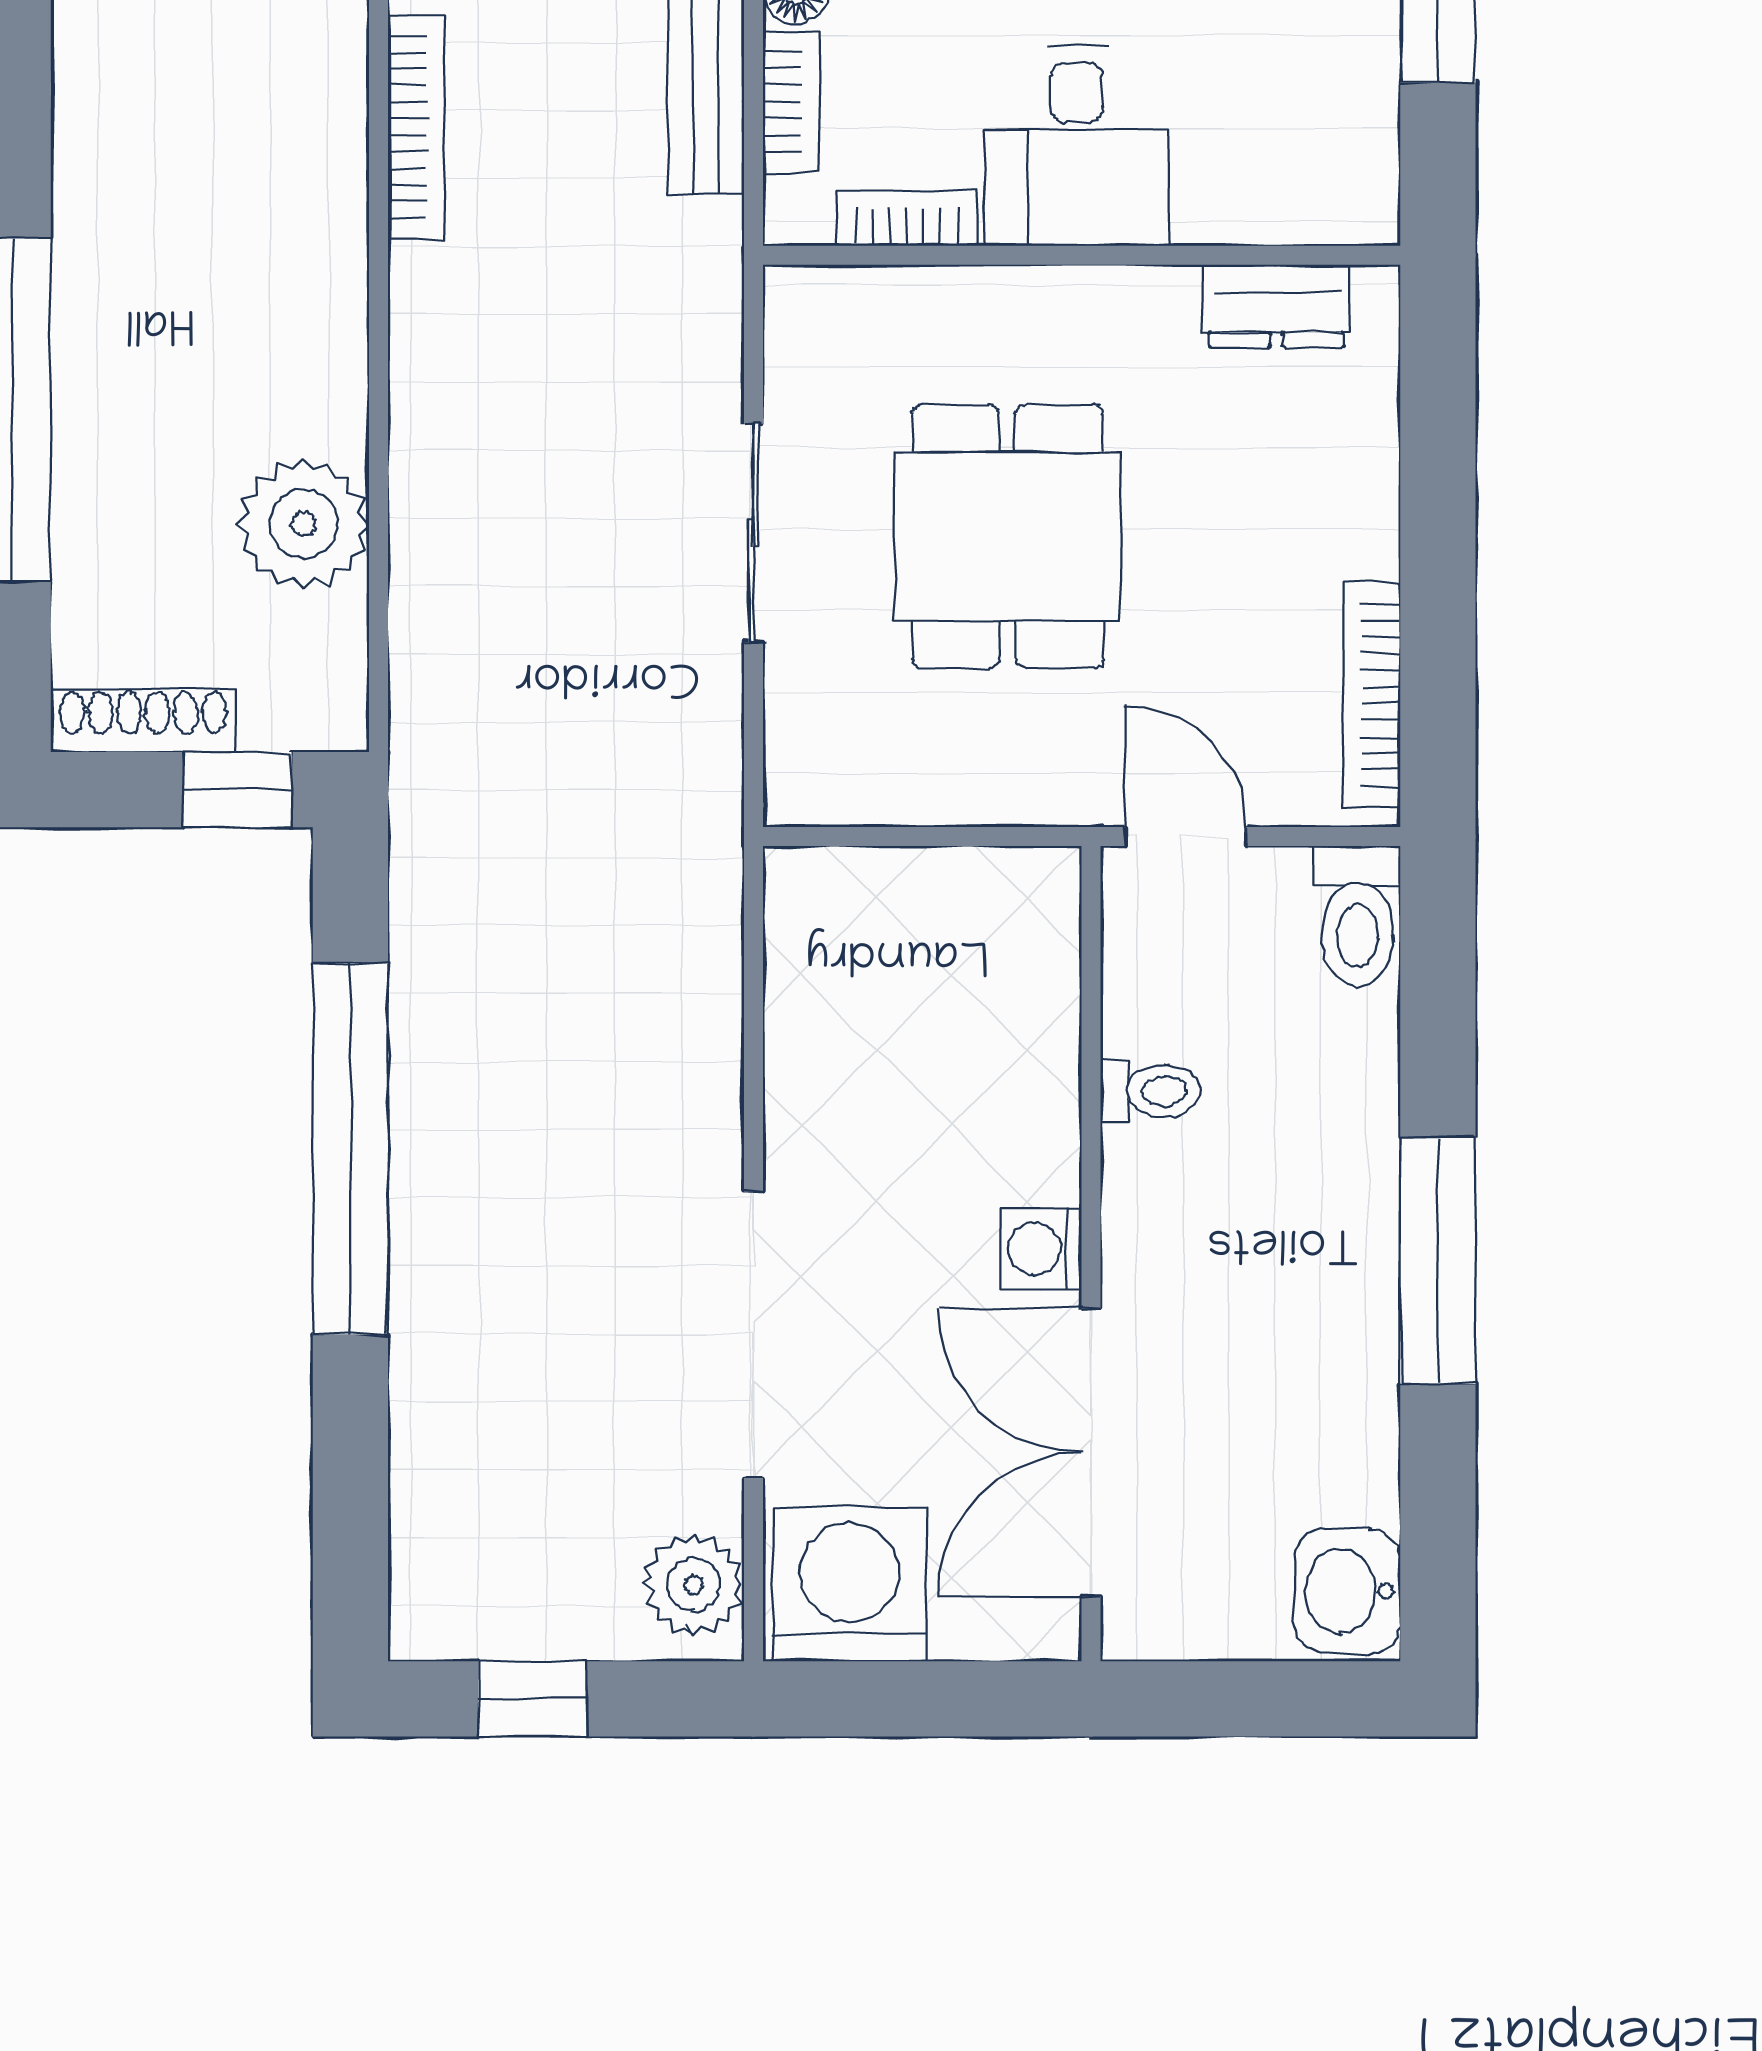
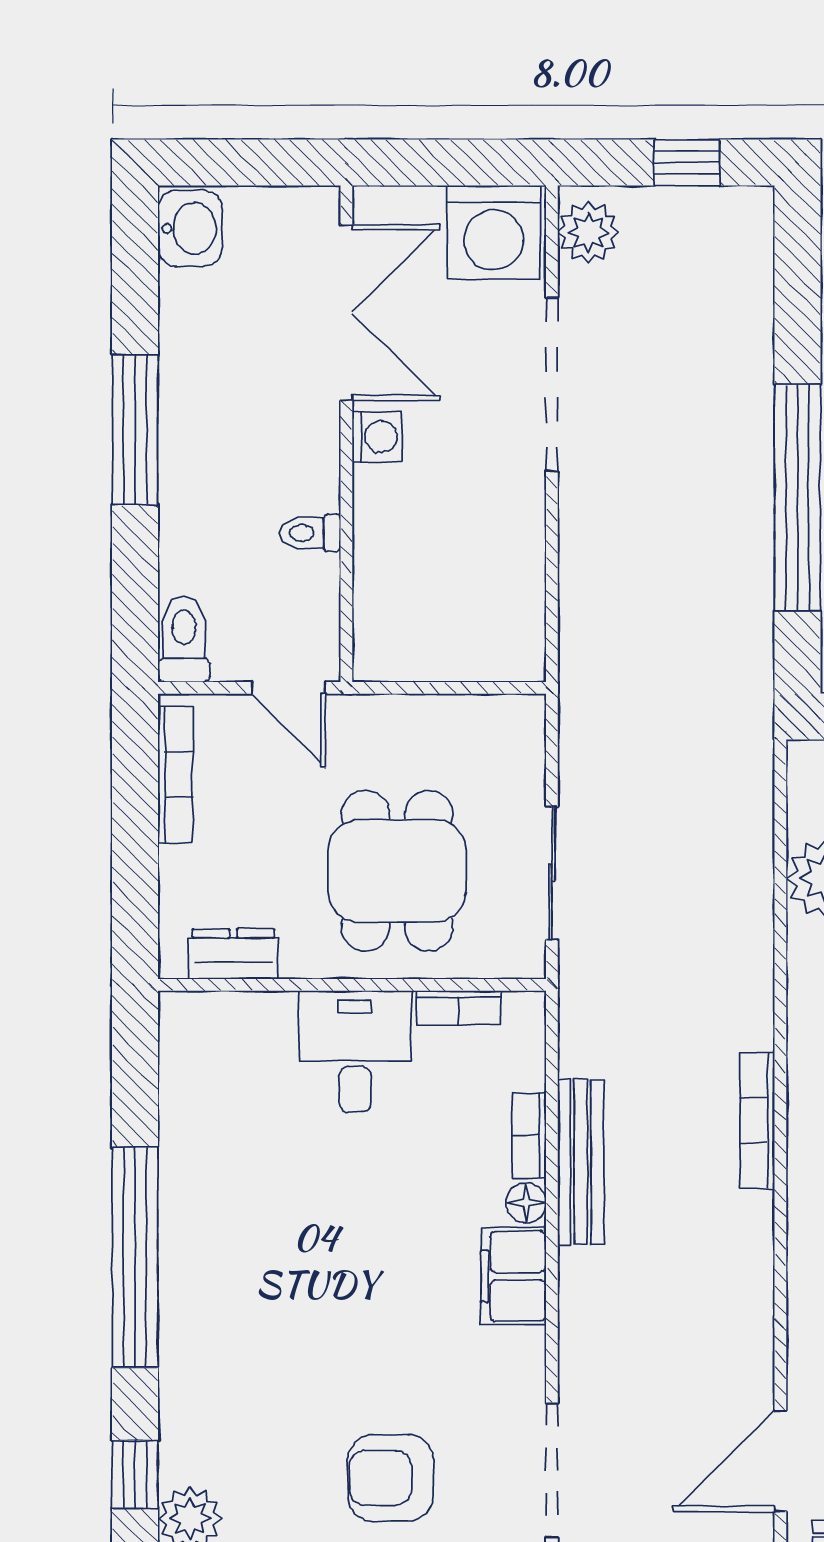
desk: (1077, 146) -> (355, 1051), moved
bookcase: (907, 218) -> (459, 1008), moved
wall: (1082, 255) -> (352, 985), moved
dresser: (1276, 306) -> (233, 954), moved

